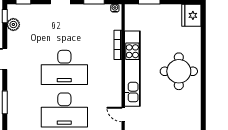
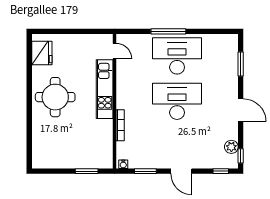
fridge: (191, 15) -> (42, 53), moved
kitchen unit: (132, 69) -> (105, 89), width x0.73

